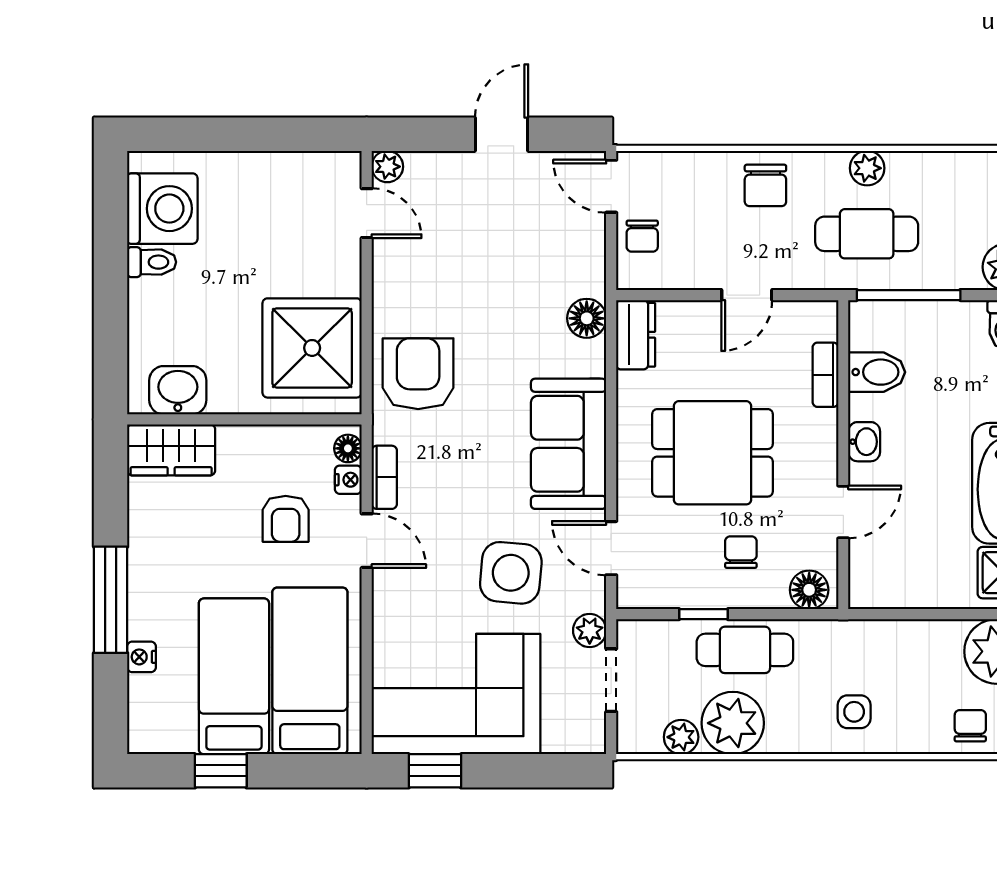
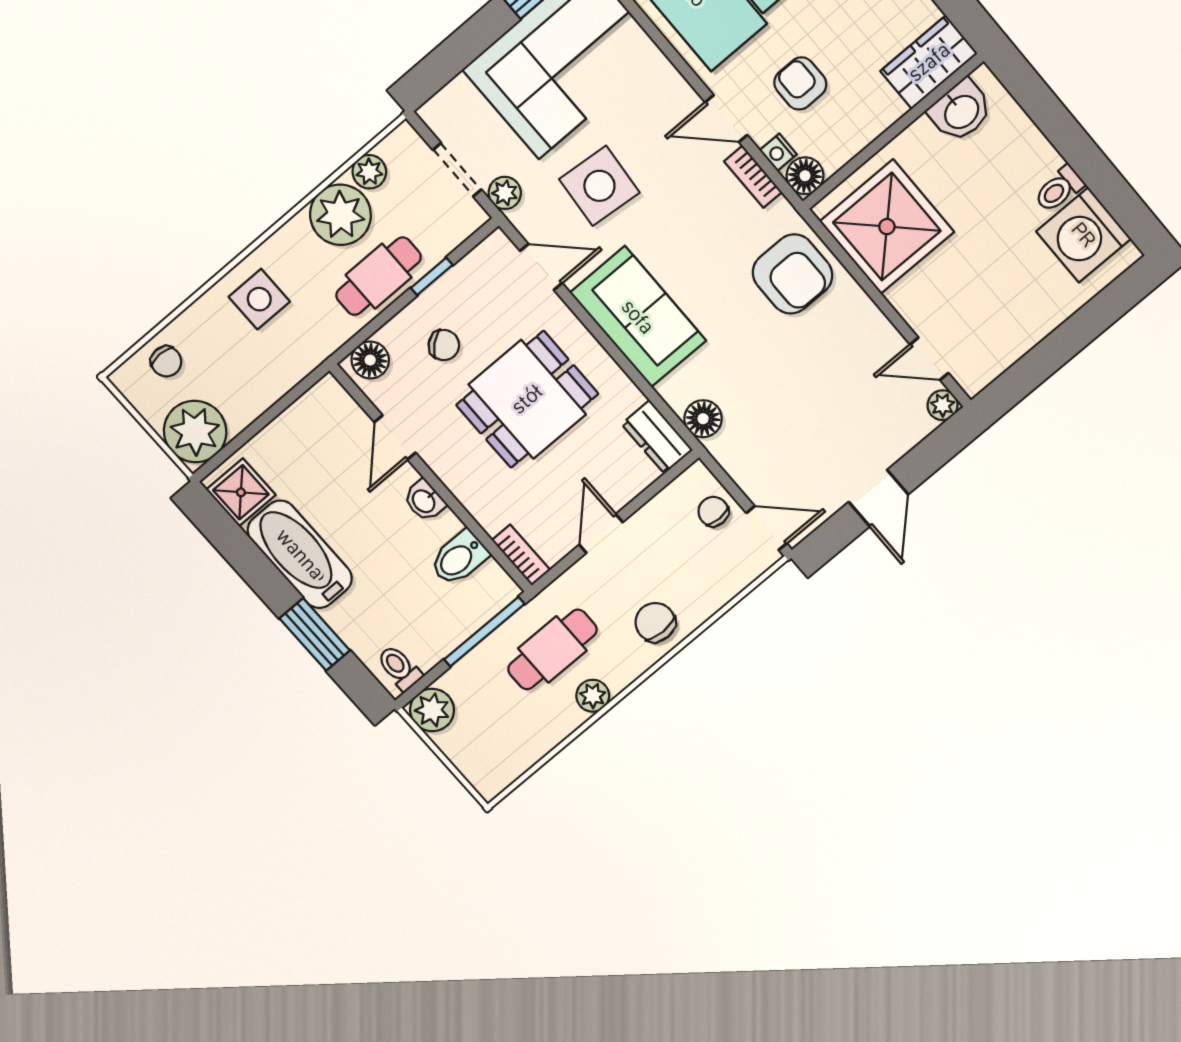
bookcase: (825, 375) -> (521, 555), moved
floor lamp: (348, 448) -> (805, 176), width x1.37, depth x1.37
chair: (741, 552) -> (444, 345), turned -39
side table: (854, 712) -> (259, 299), width x1.37, depth x1.37

